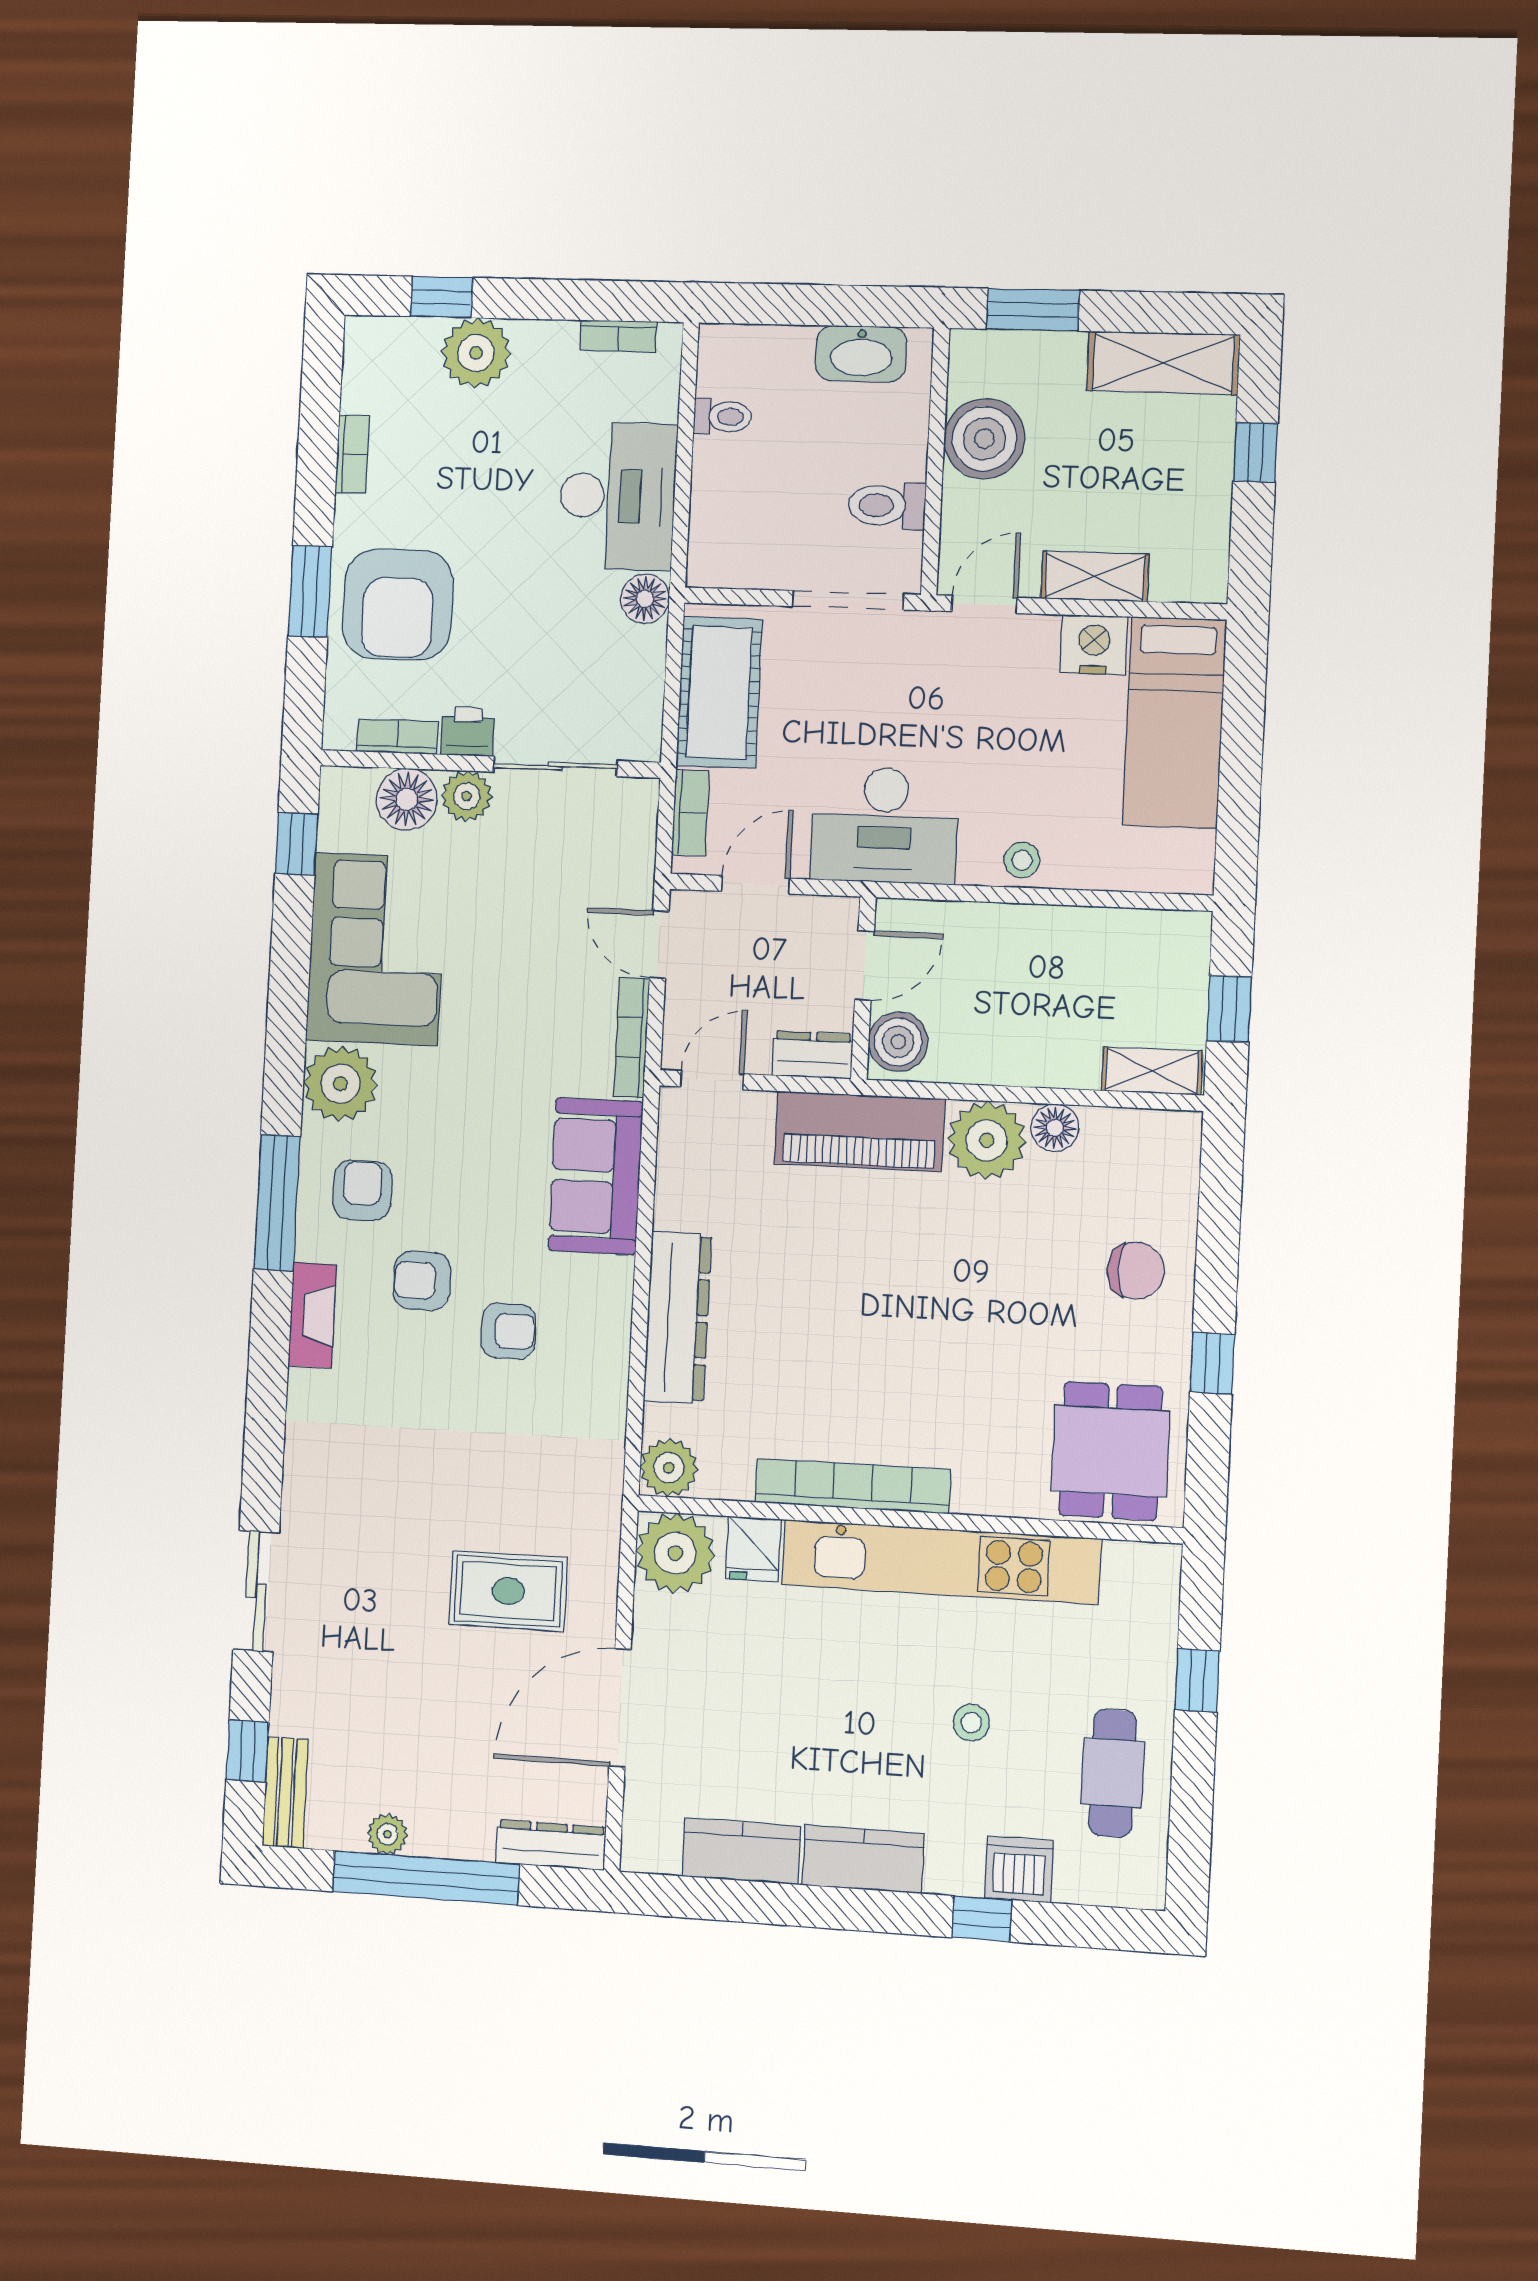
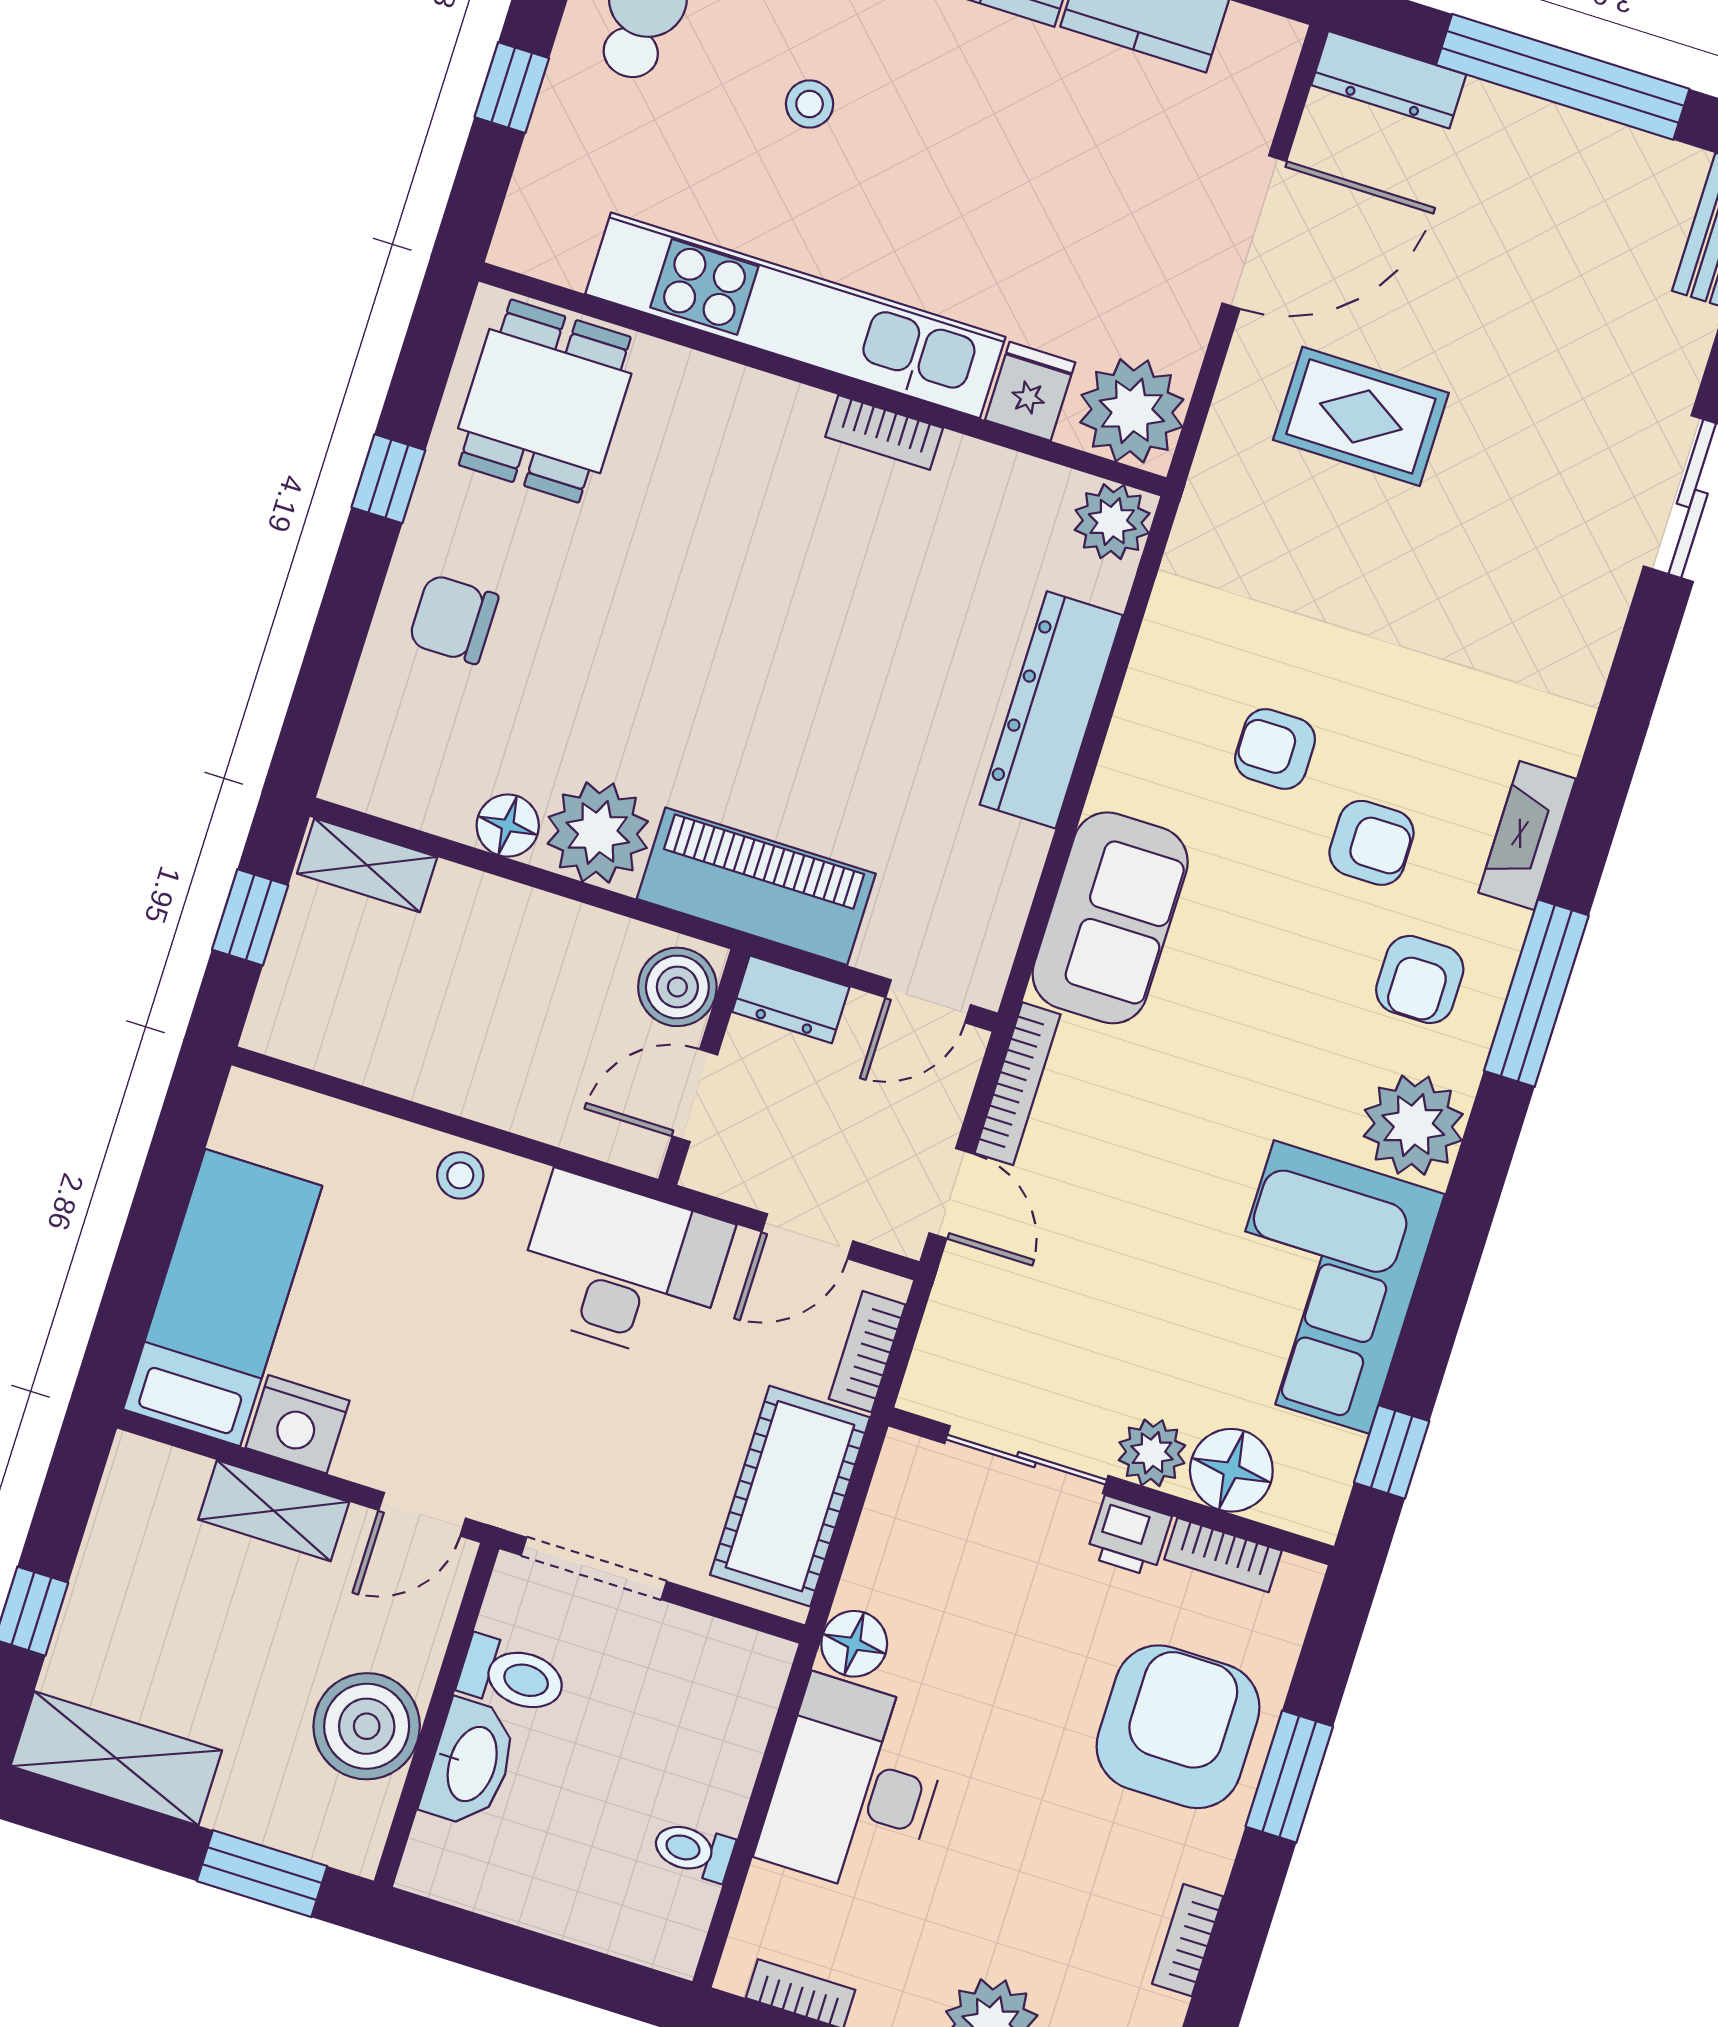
washbasin: (861, 354) -> (470, 1763), moved, turned 90
bookcase: (853, 1486) -> (884, 432), width x0.43, depth x0.76
plant: (387, 1834) -> (1599, 145), removed

